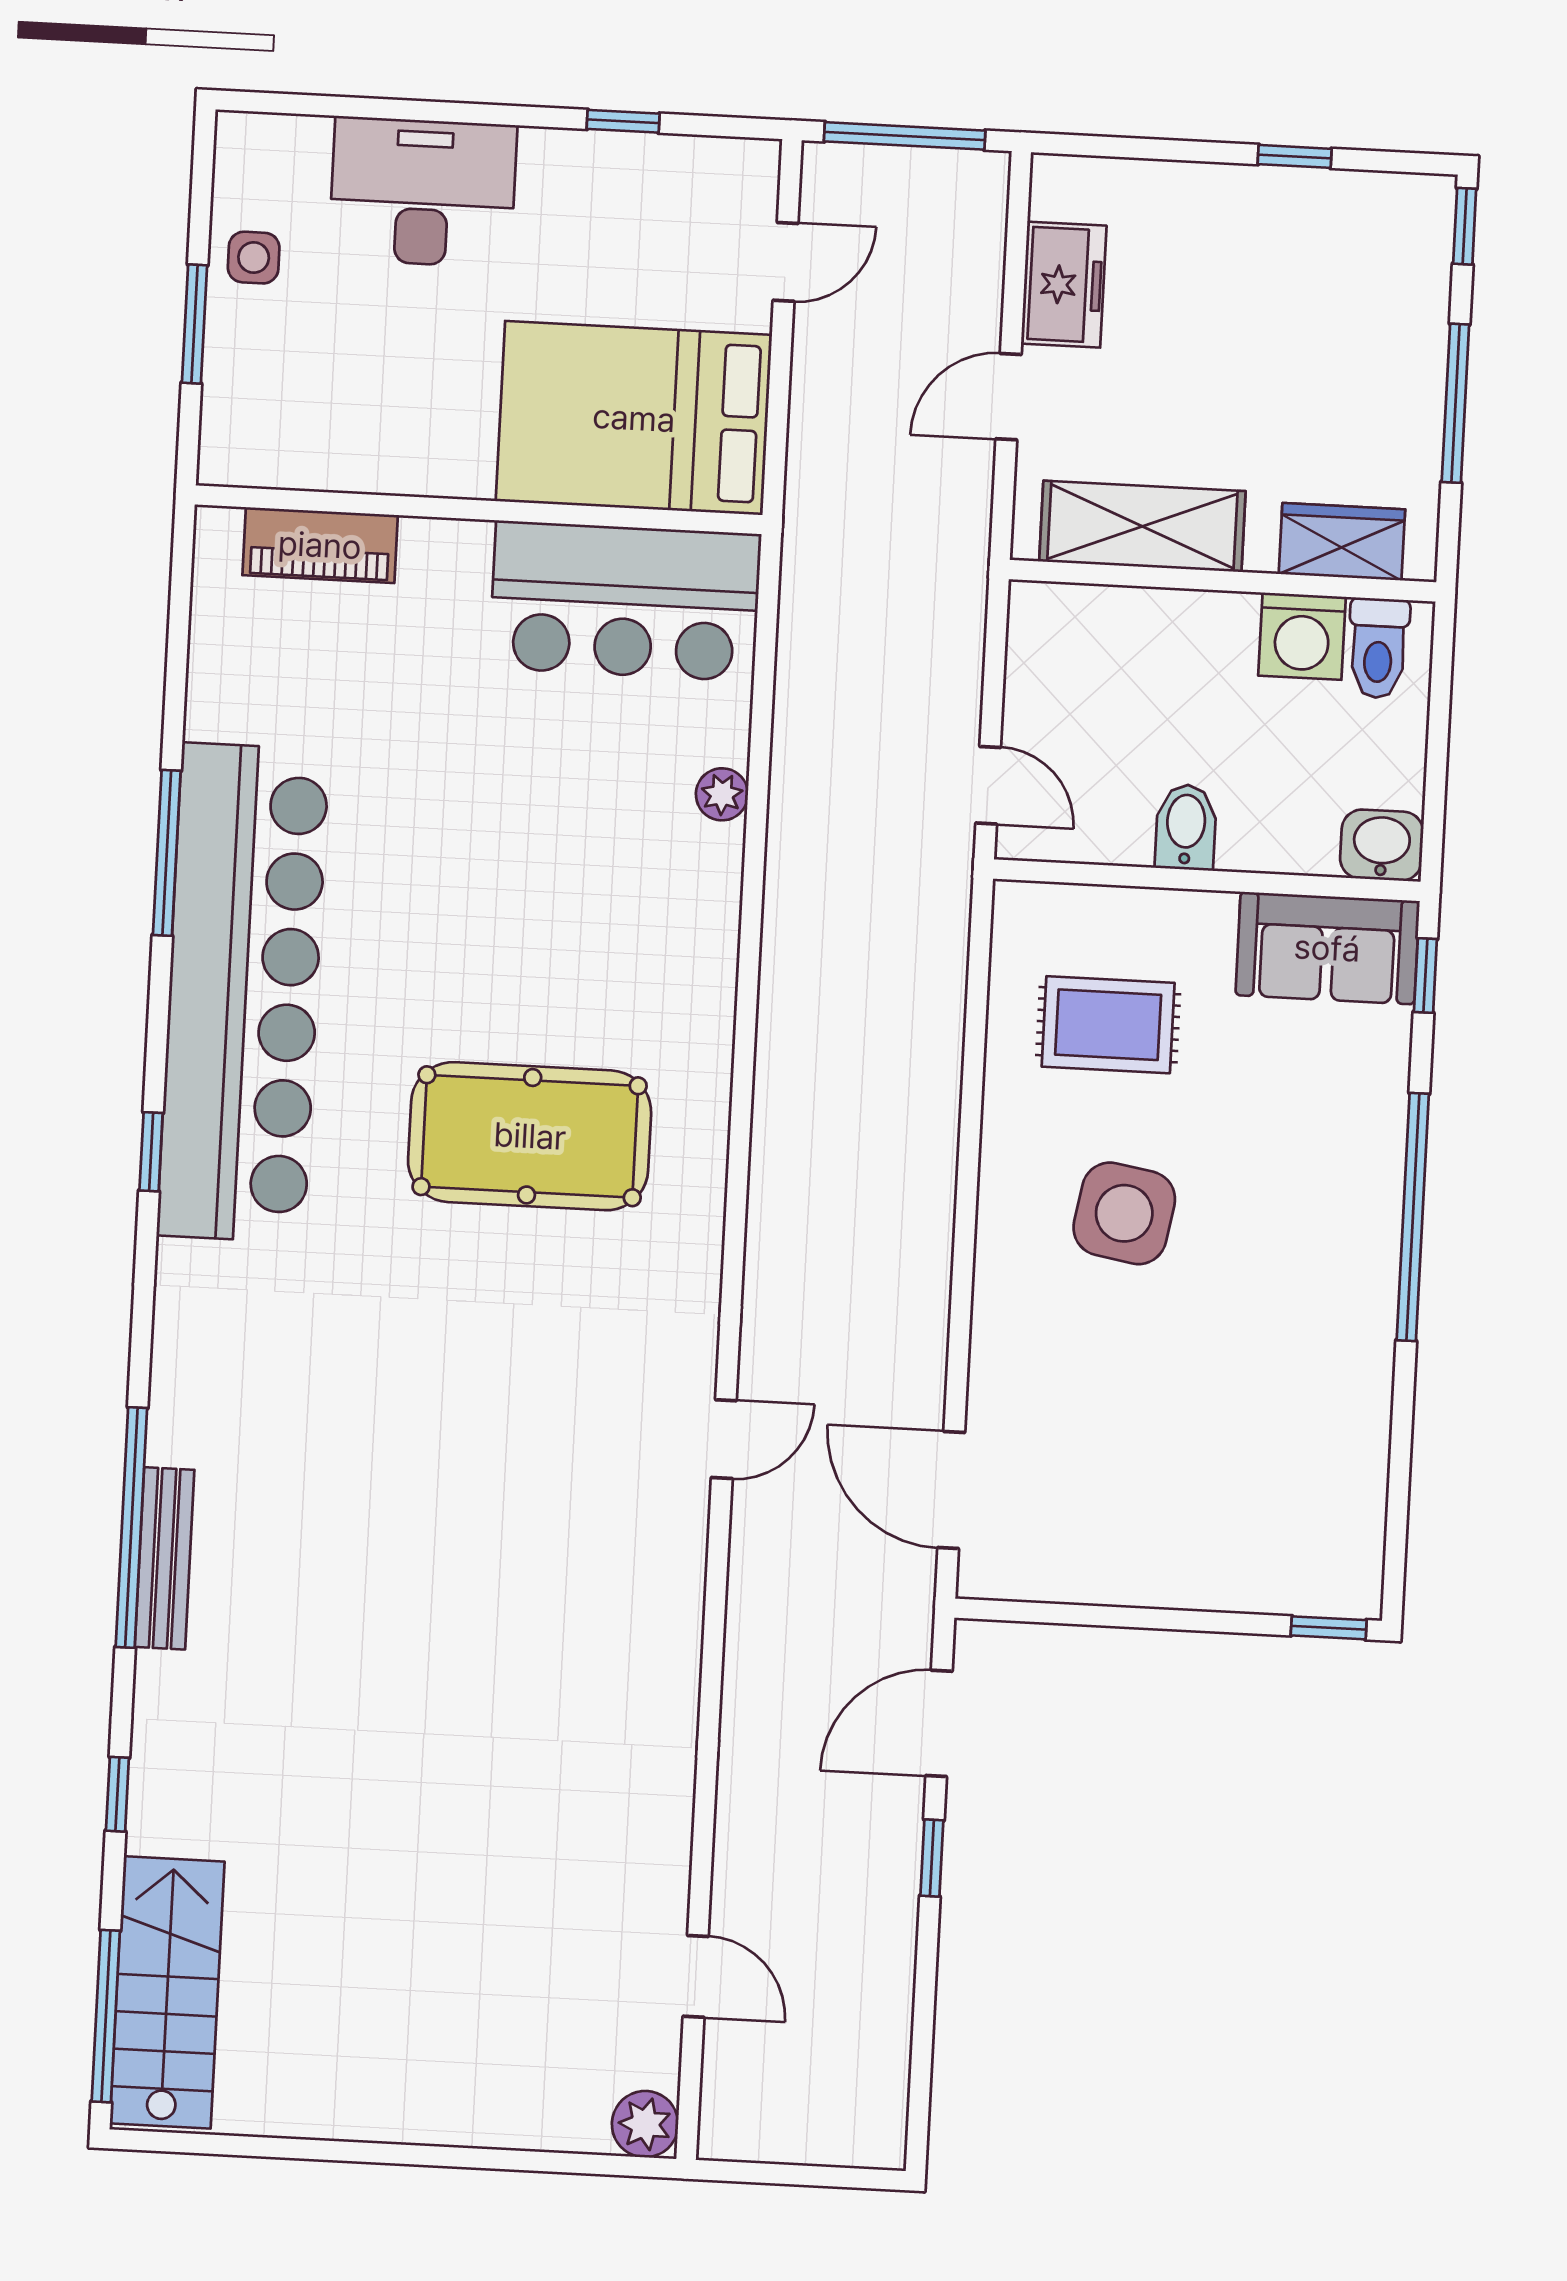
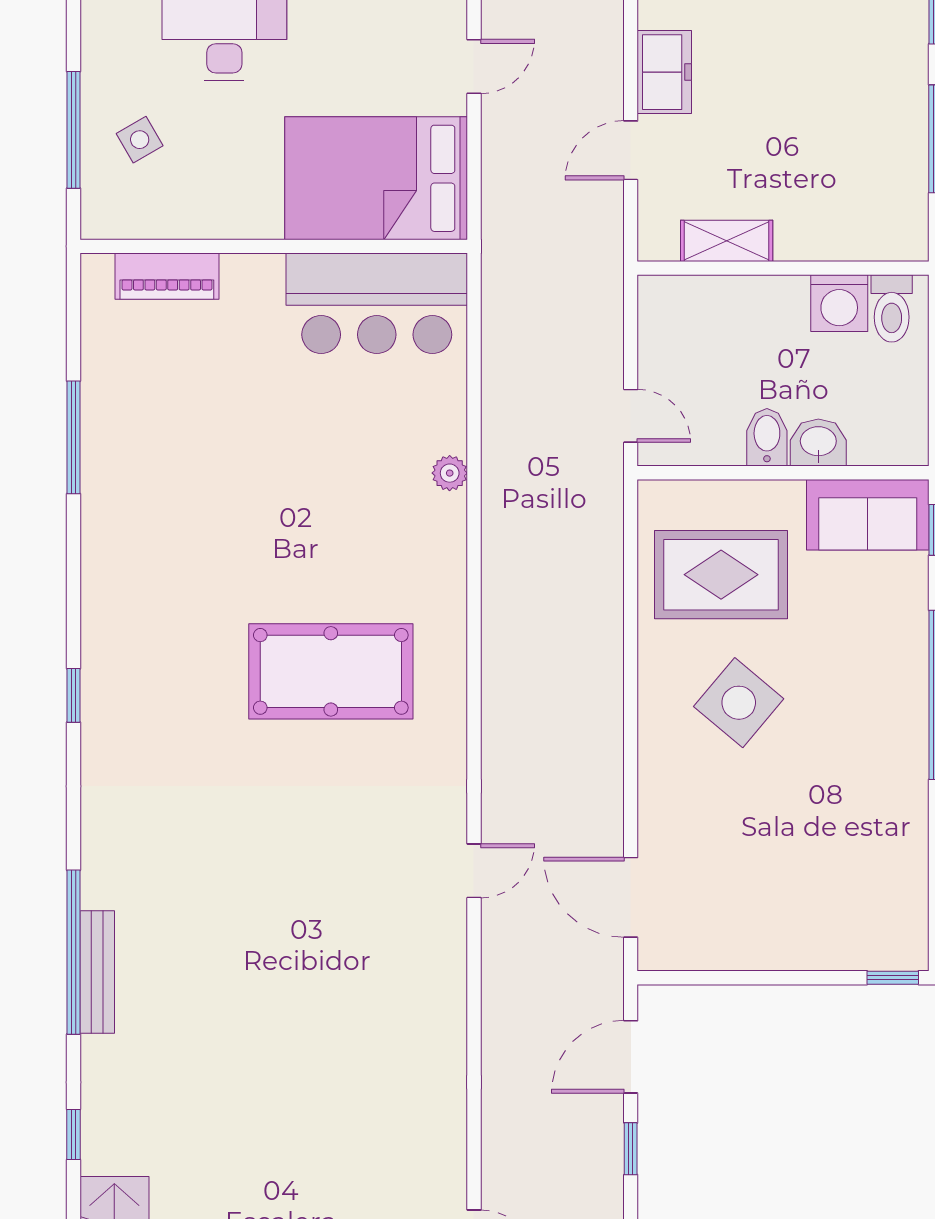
side table: (254, 258) -> (140, 140), moved, turned -30
window: (194, 324) -> (73, 130), width x1.44
shelving: (1142, 526) -> (727, 241), width x0.67, depth x0.75
wardrobe: (1342, 542) -> (863, 237), removed
plant: (722, 794) -> (450, 473), moved
washbasin: (1382, 845) -> (818, 443), moved
window: (167, 853) -> (73, 437), moved
bar counter: (243, 993) -> (130, 584), removed
rug: (1108, 1025) -> (721, 575), width x1.36, depth x1.43
side table: (1124, 1213) -> (739, 703), turned 30

